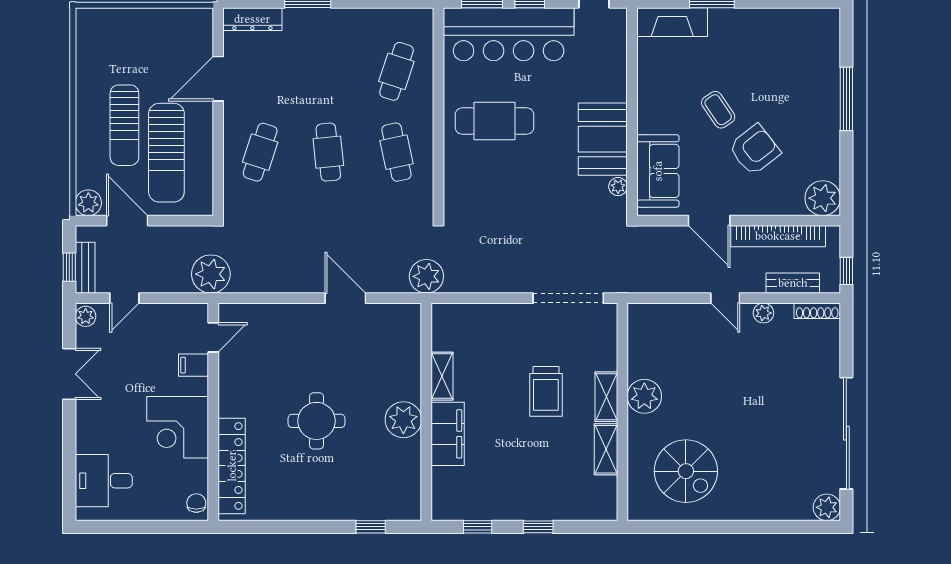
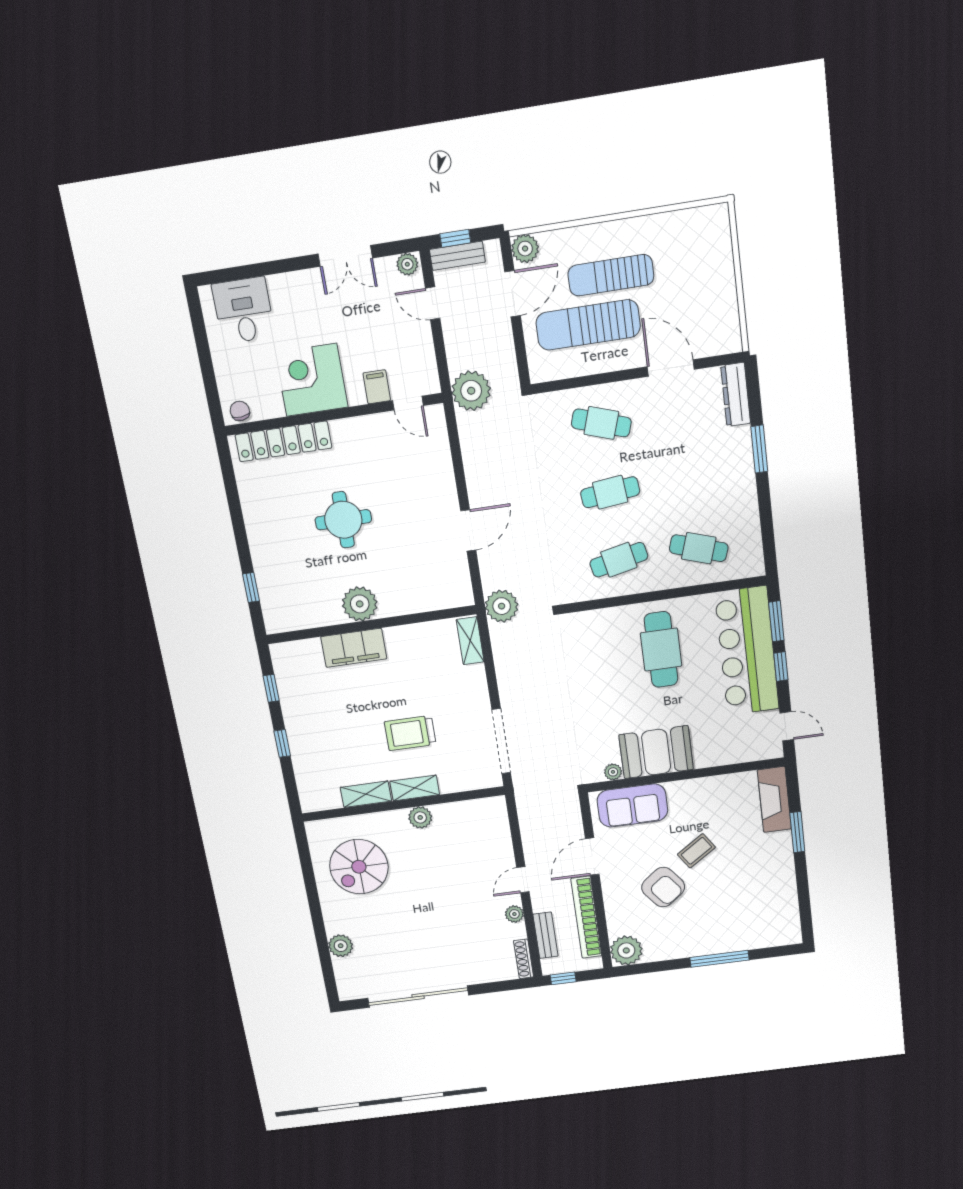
shelving: (442, 376) -> (470, 641), moved, turned 90
plant: (644, 396) -> (420, 817), width x0.73, depth x0.73
chair: (196, 503) -> (240, 411), turned -95
plant: (827, 507) -> (341, 946), moved

